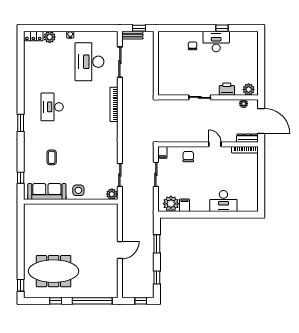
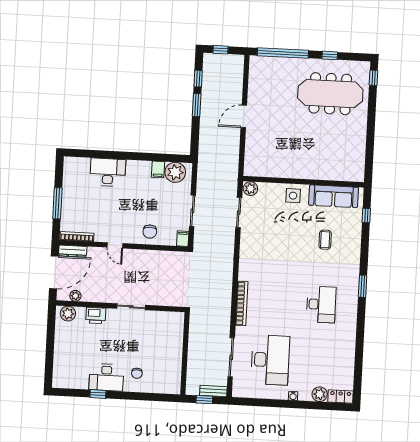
door: (261, 121) -> (54, 272), swing flipped
window: (261, 175) -> (57, 203), added
window: (157, 244) -> (197, 105), moved

